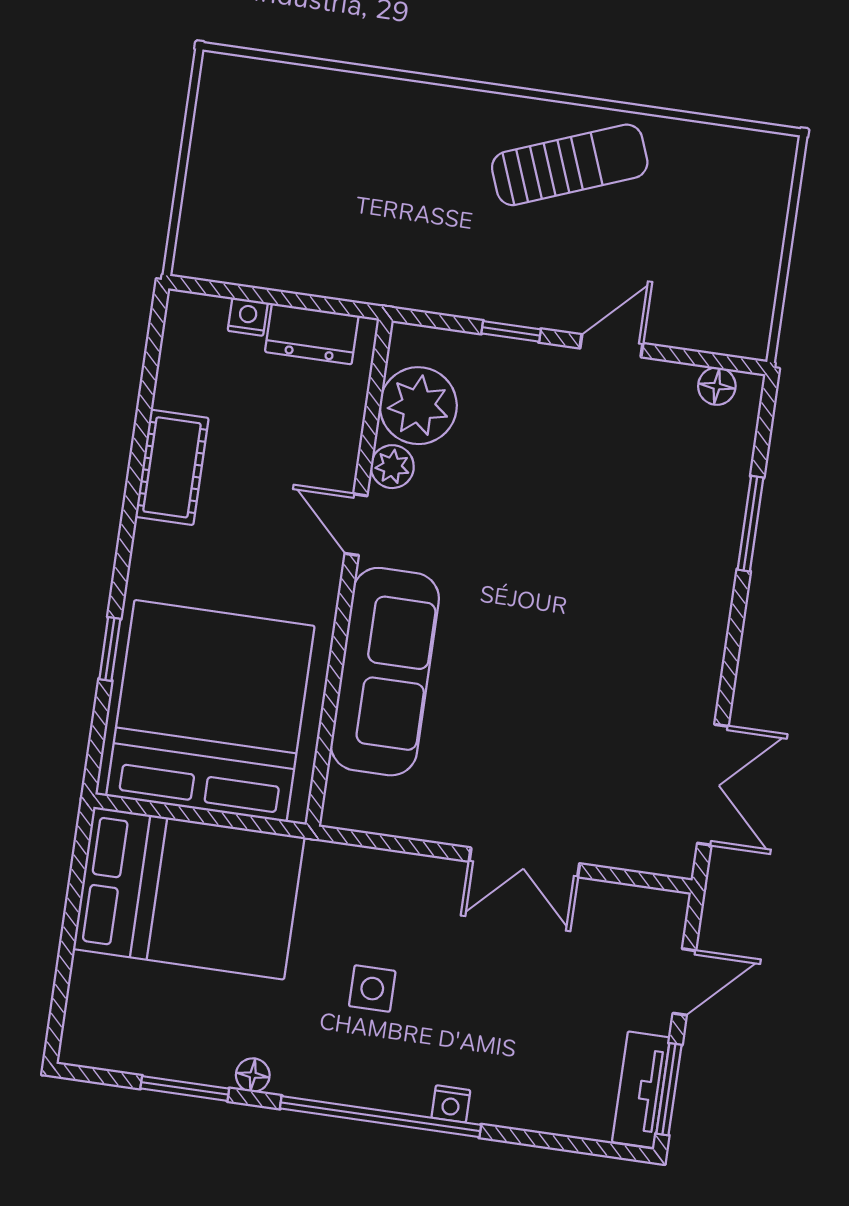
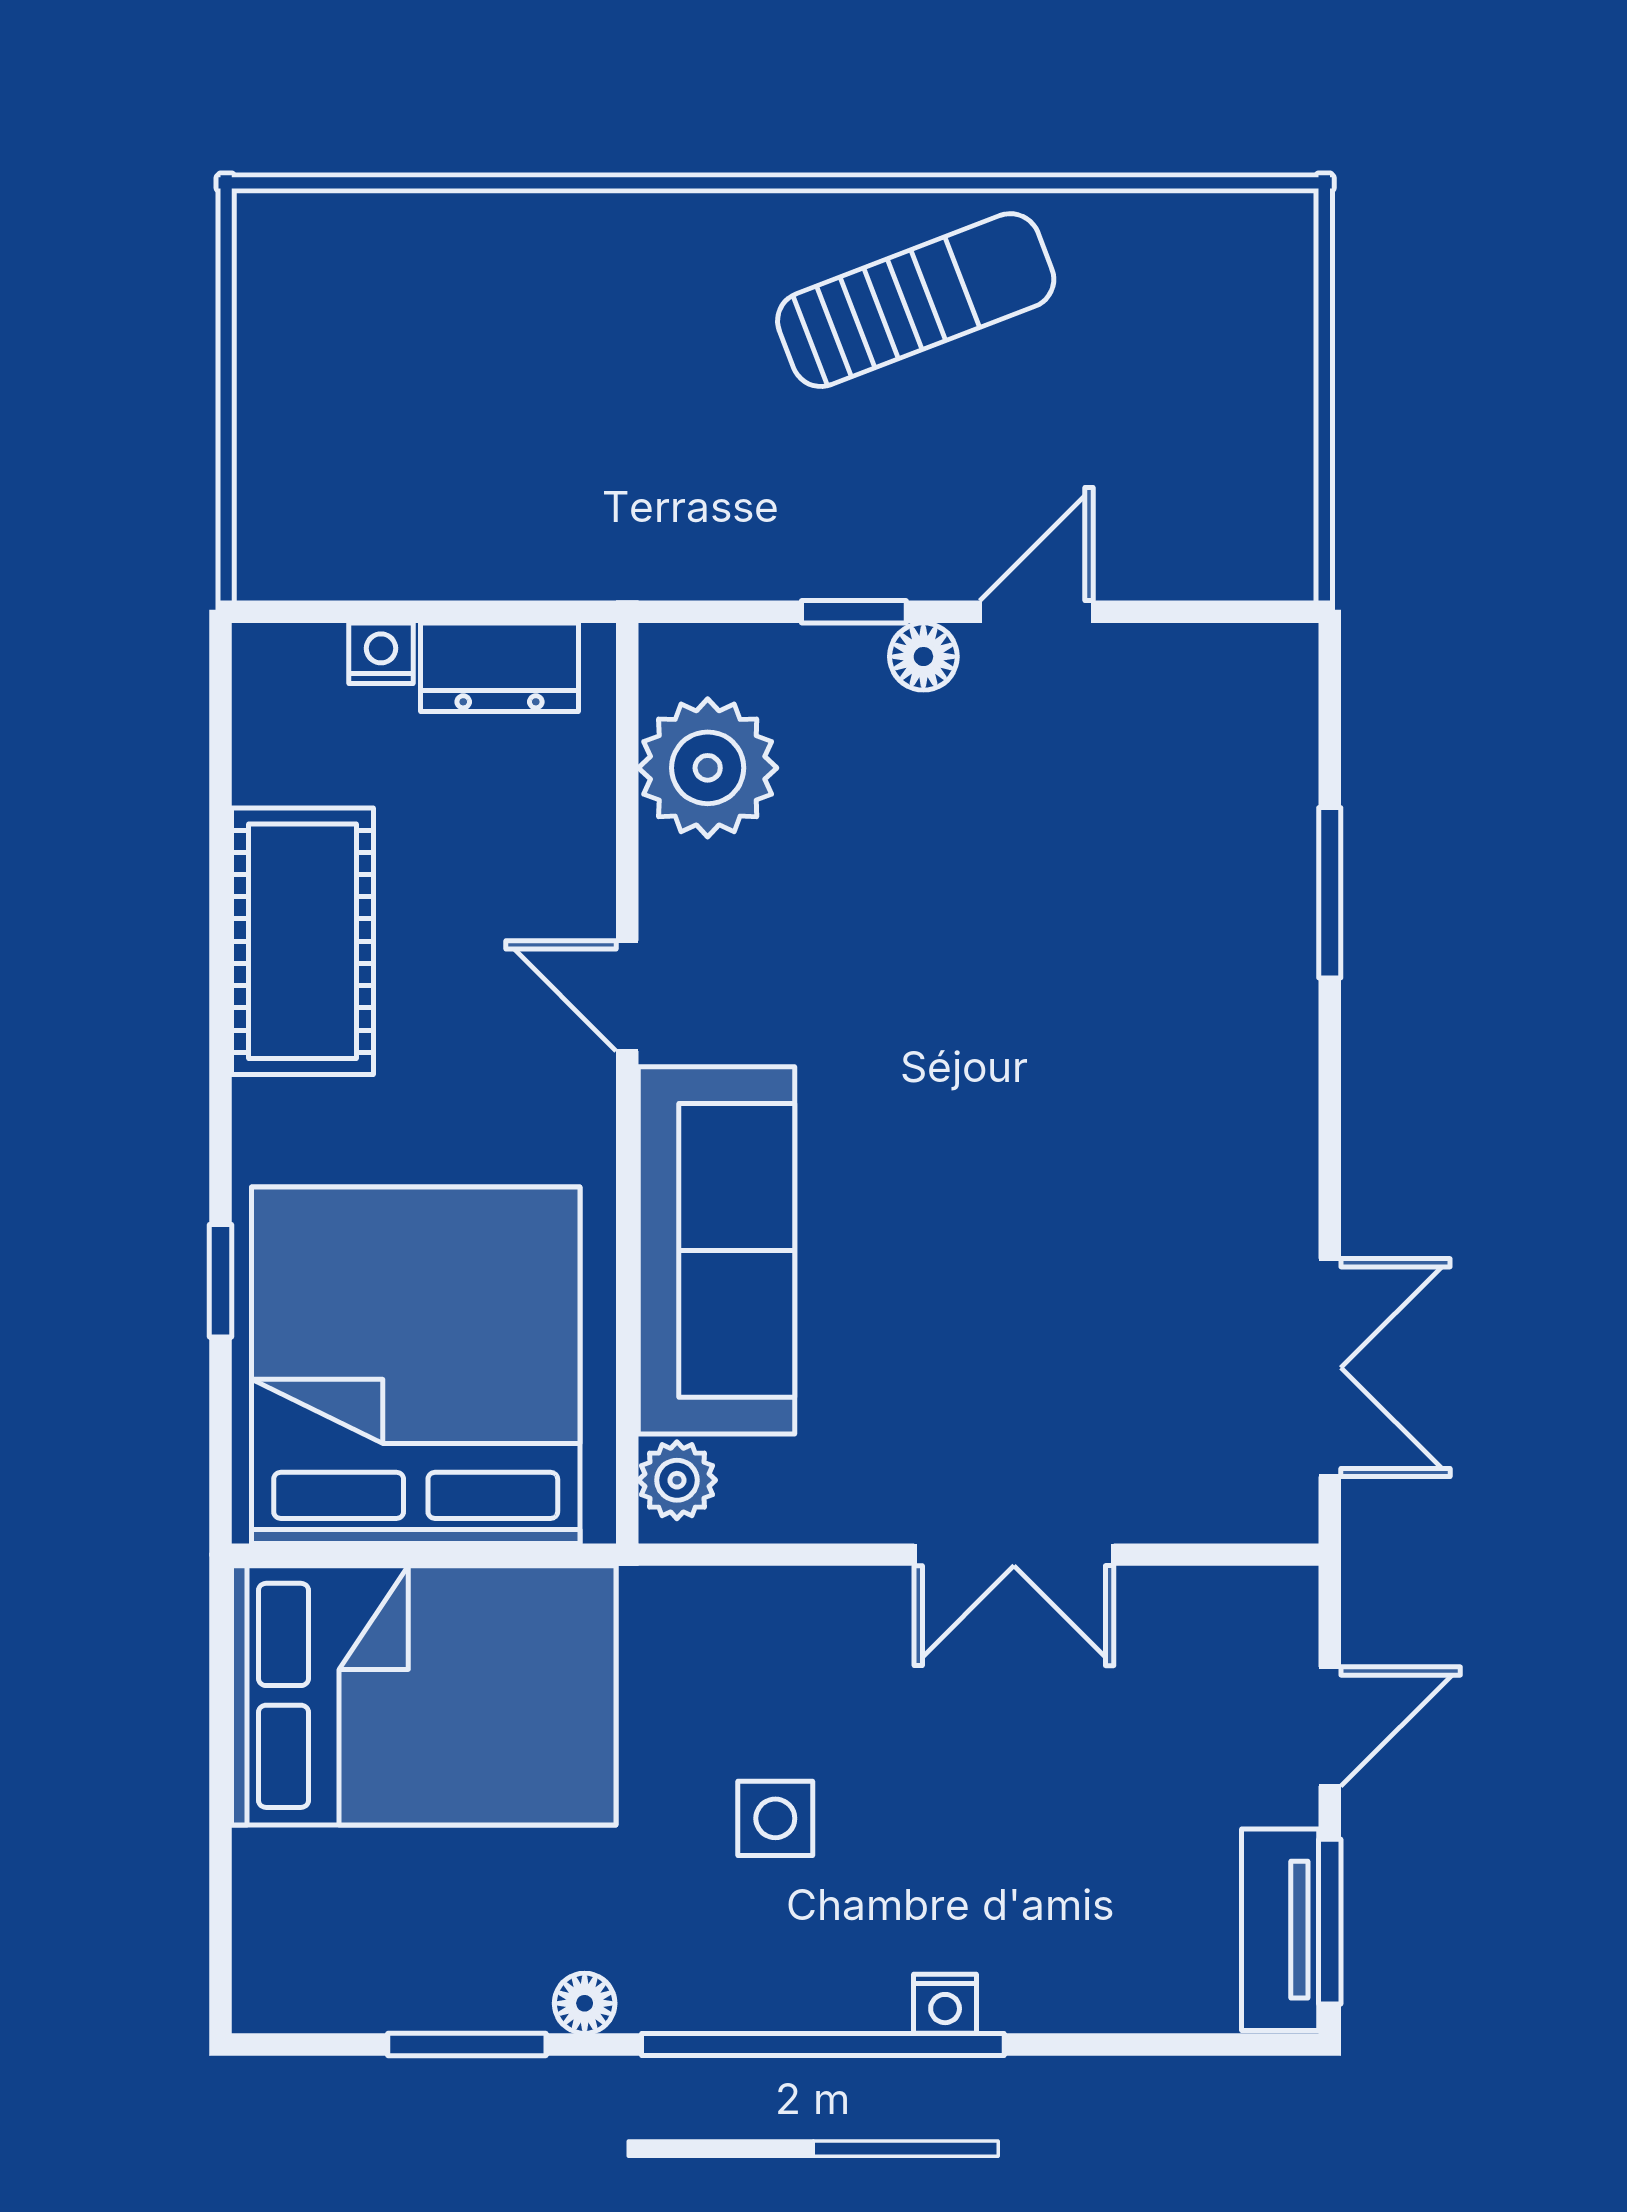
floor lamp: (717, 386) -> (923, 657), moved
cot: (172, 467) -> (303, 941), width x1.37, depth x1.34
plant: (392, 467) -> (677, 1480), moved

